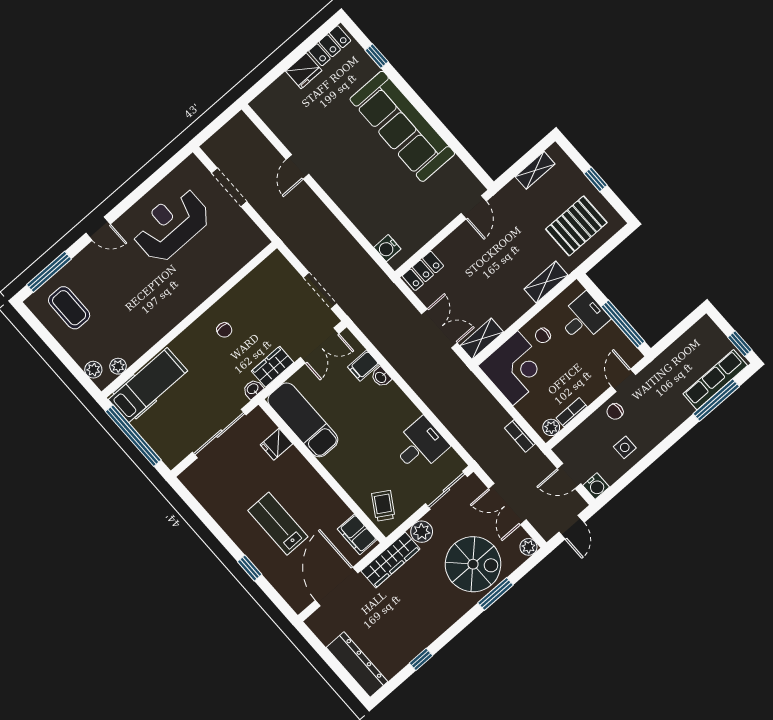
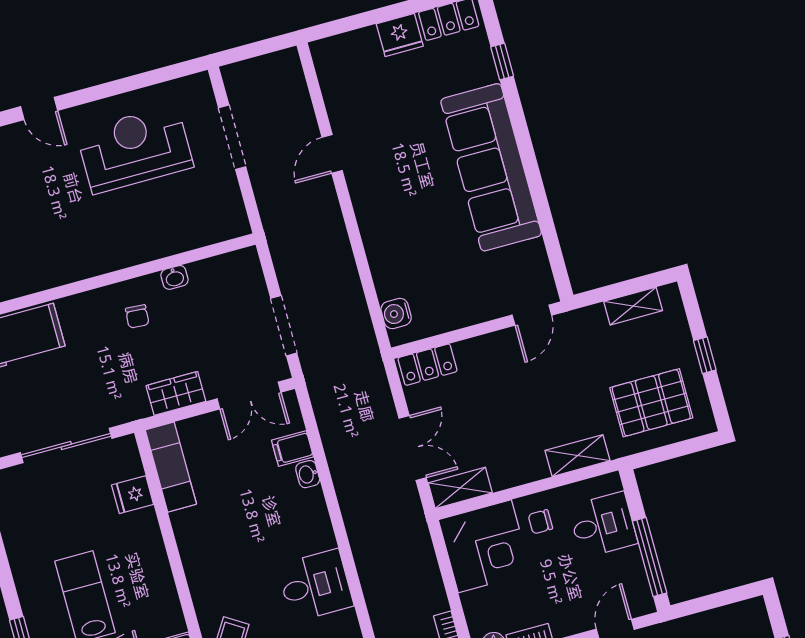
washbasin: (253, 389) -> (175, 277), moved, turned 180
exam couch: (303, 420) -> (171, 467), width x0.73, depth x0.69

